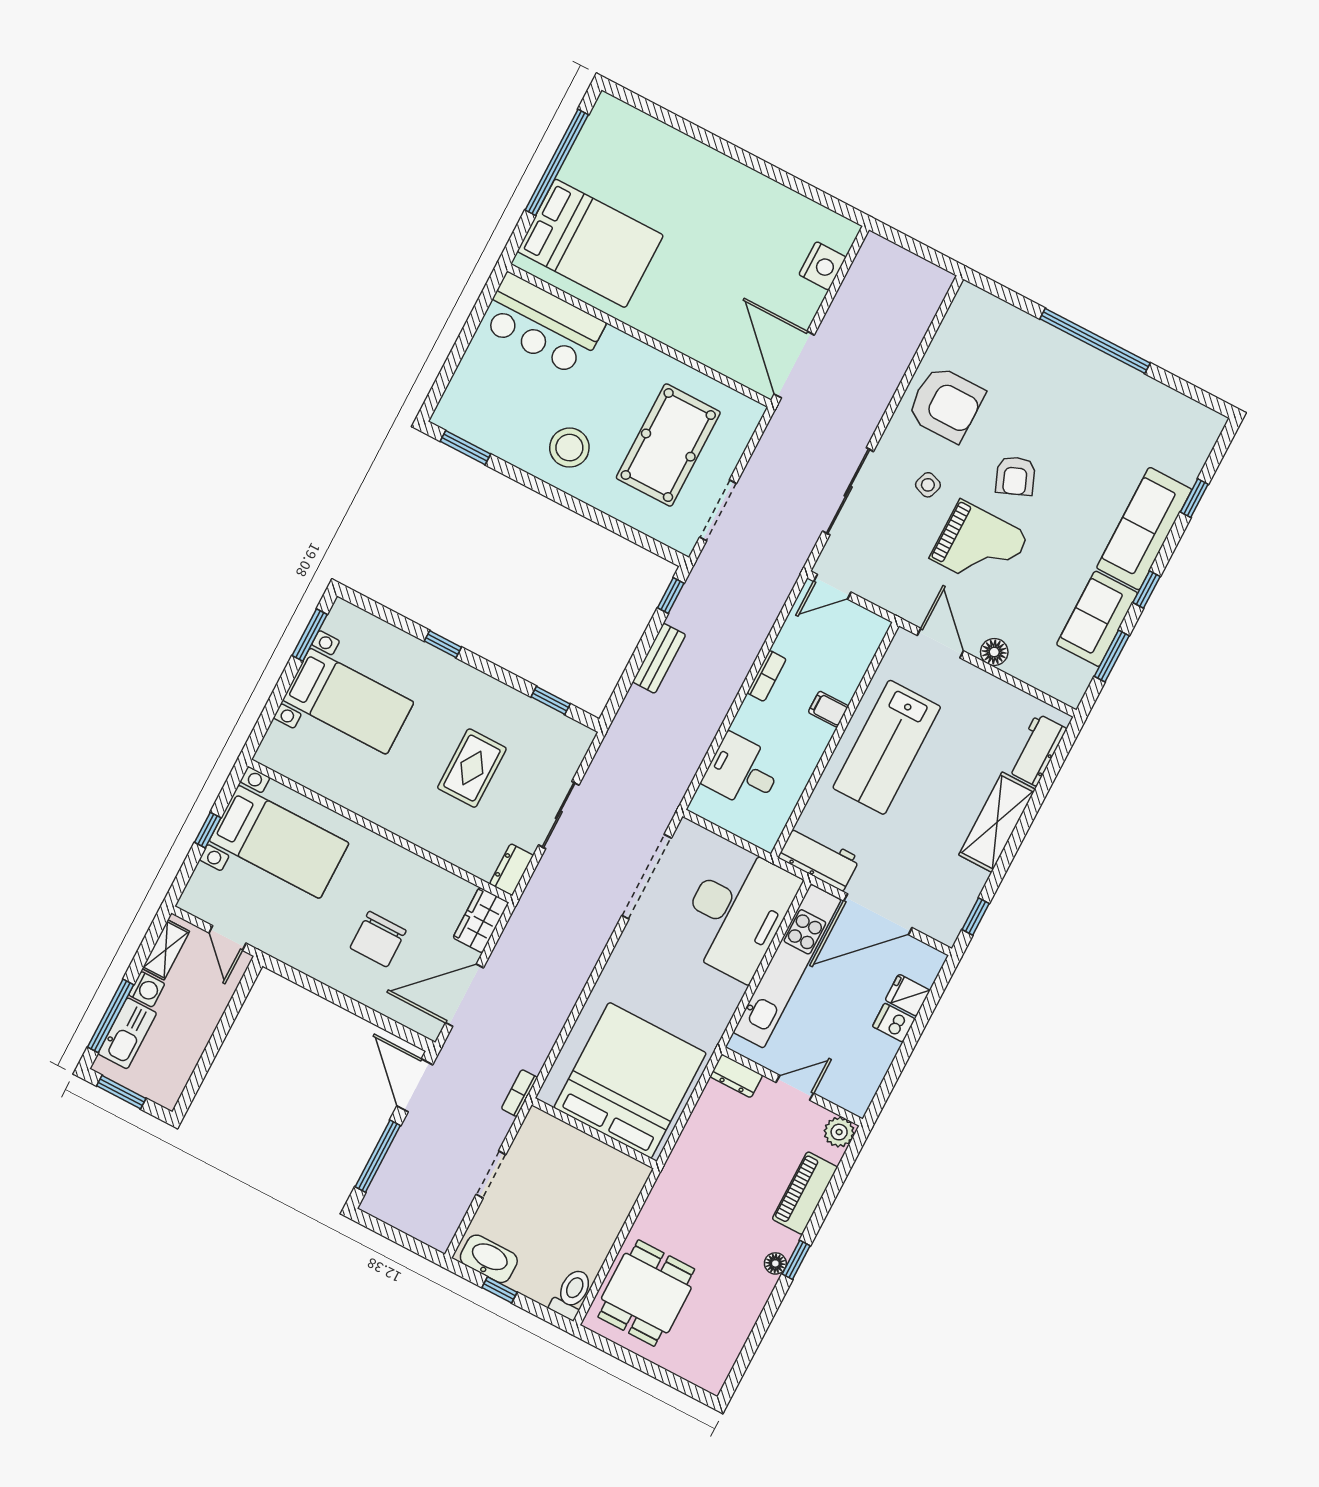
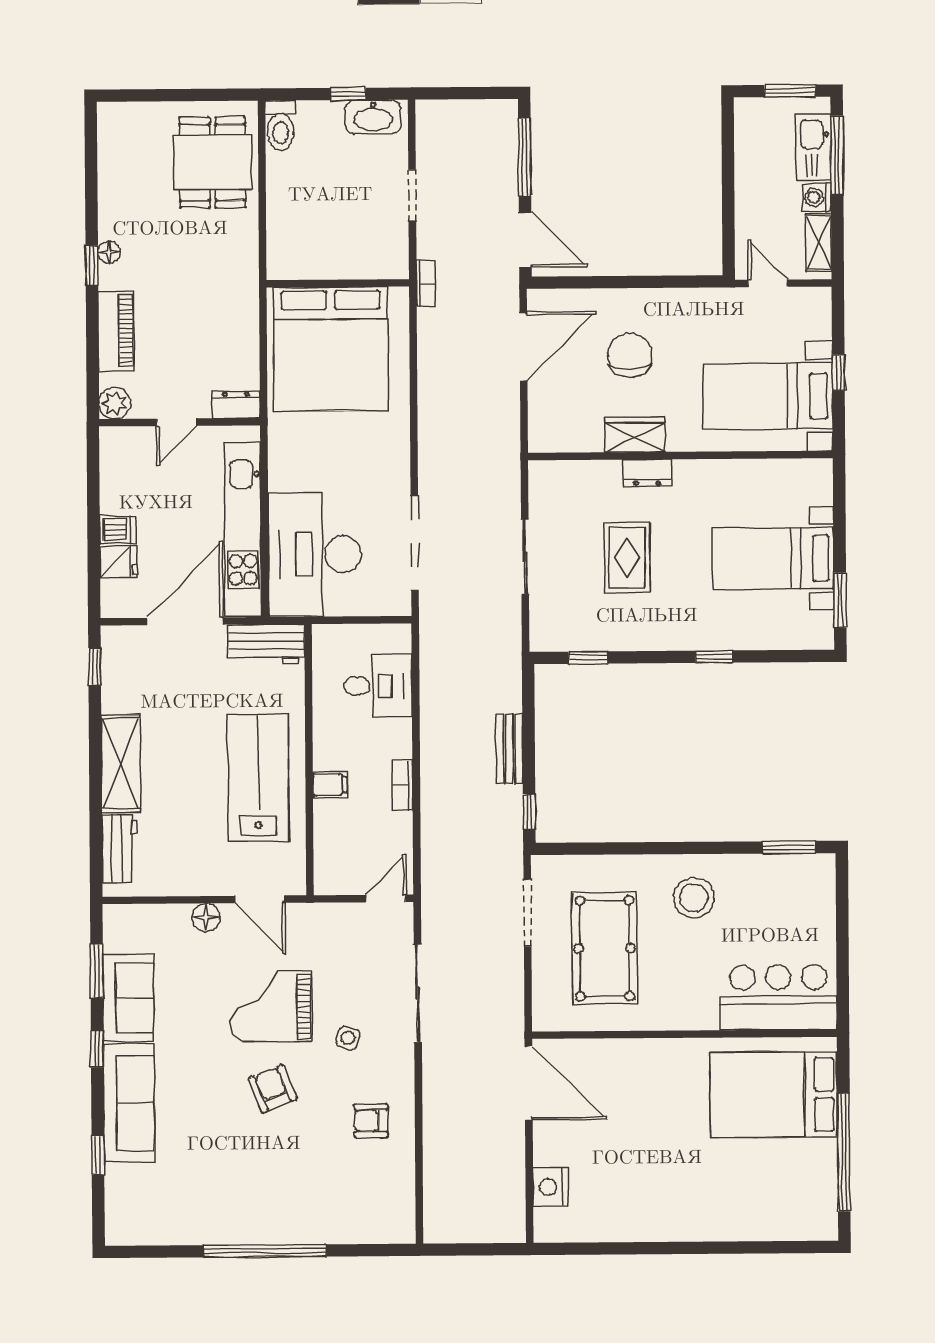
armchair: (946, 404) -> (371, 1121), width x0.53, depth x0.53
dresser: (512, 870) -> (647, 473), moved, turned 90
wardrobe: (481, 920) -> (635, 435), moved, turned -90

